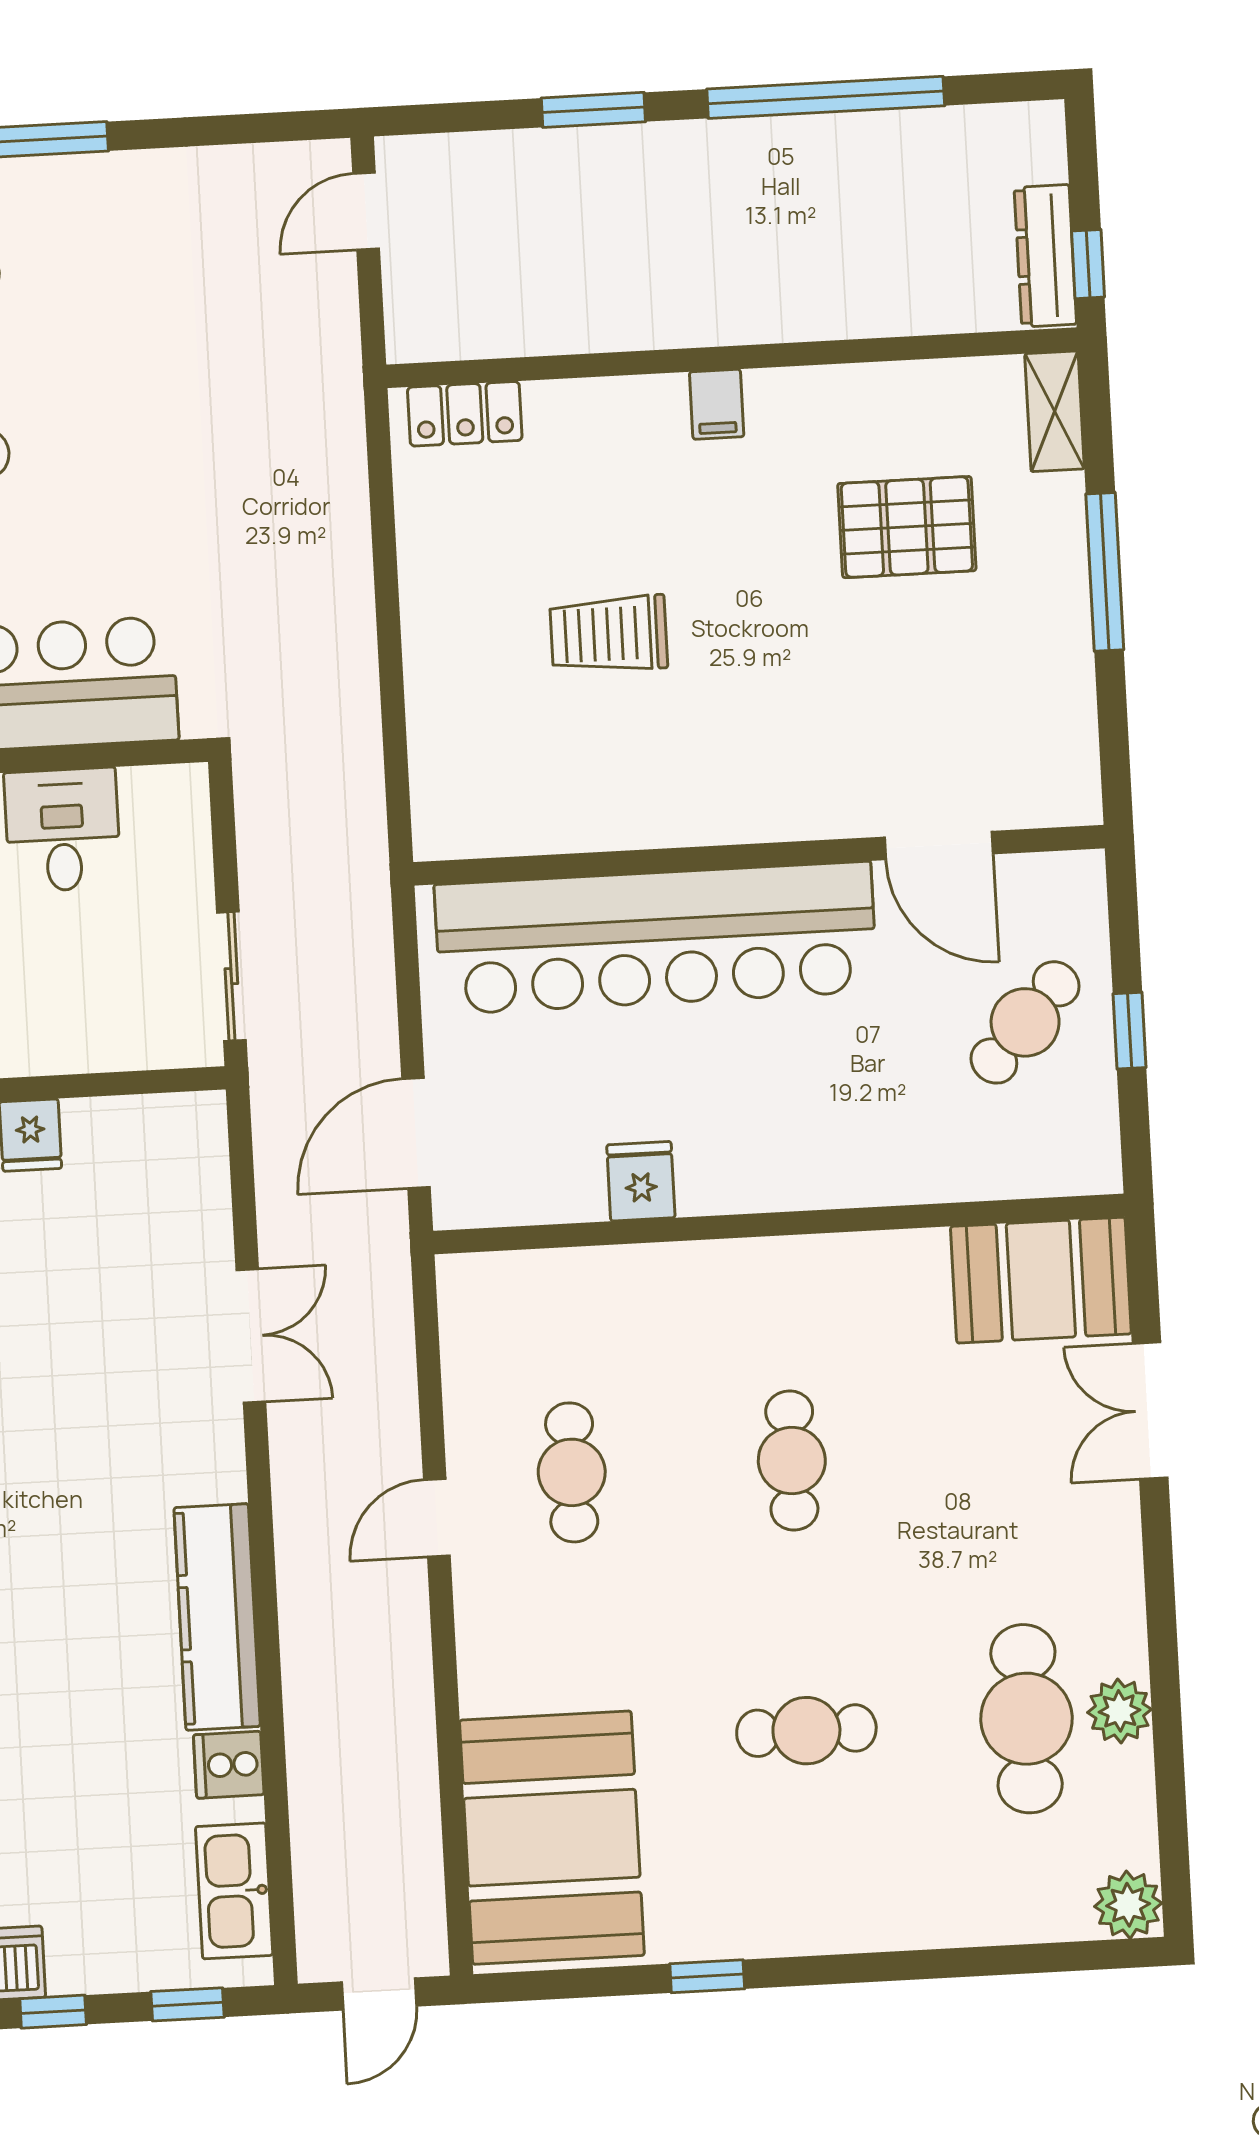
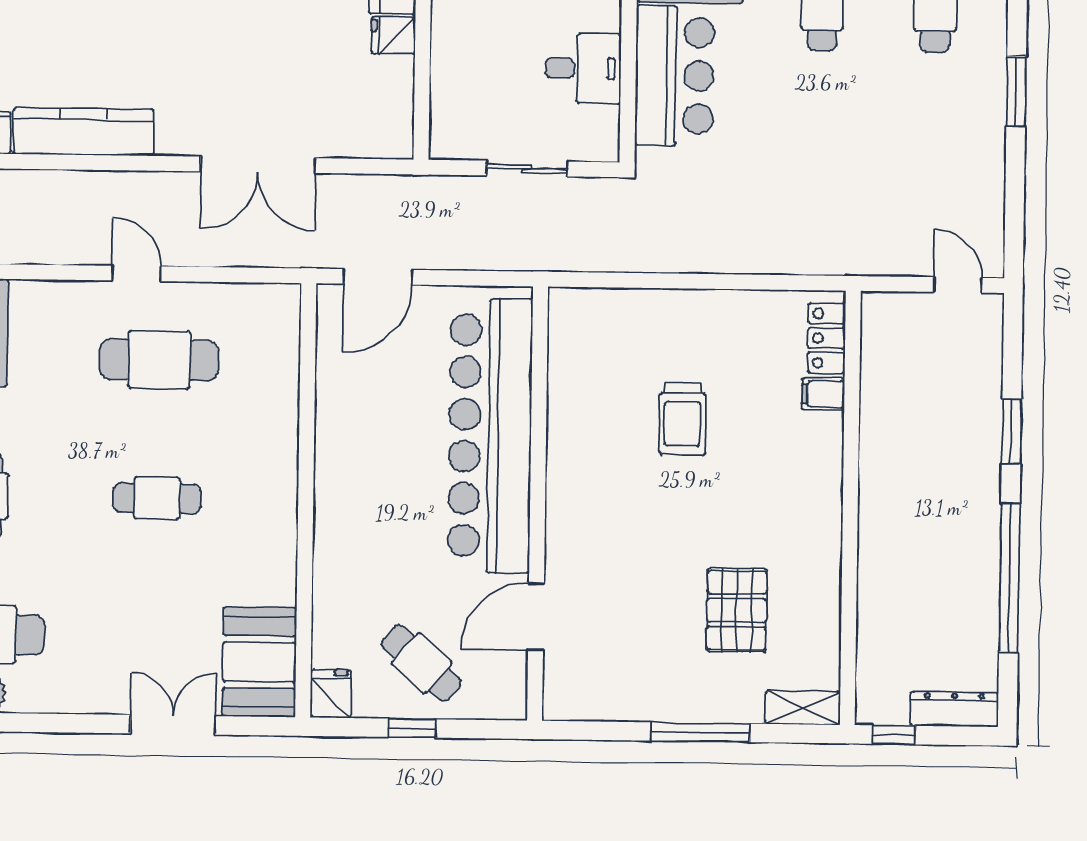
dresser: (1045, 256) -> (954, 709), moved
filing cabinet: (717, 404) -> (823, 394), moved
trolley: (609, 634) -> (682, 419), turned 180
sliding door: (231, 976) -> (527, 169), moved
door: (416, 1133) -> (378, 277), swing flipped
fridge: (641, 1181) -> (331, 694), moved, turned -90
double door: (251, 1336) -> (258, 165), width x1.37
cafe table: (572, 1472) -> (159, 360), width x1.37, depth x1.35

